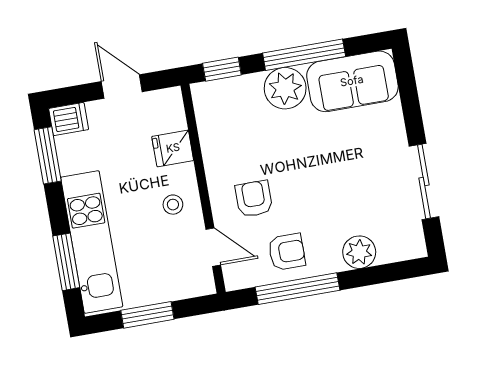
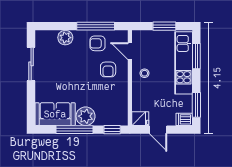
fridge: (173, 148) -> (140, 119), moved

